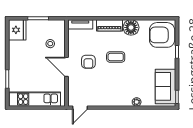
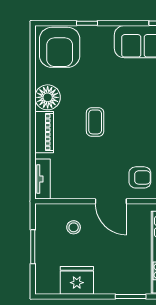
fridge: (17, 30) -> (77, 280), moved
armchair: (88, 62) -> (140, 177), moved
door: (66, 67) -> (111, 201), hinge flipped

